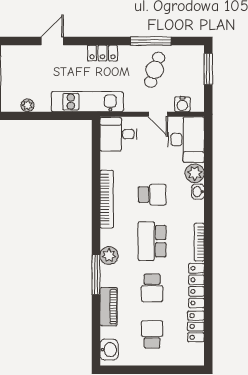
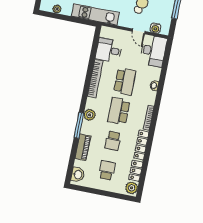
desk: (118, 134) -> (109, 50), moved
plant: (195, 173) -> (132, 188), moved
school desk: (152, 195) -> (125, 82), width x1.85

